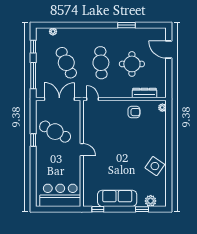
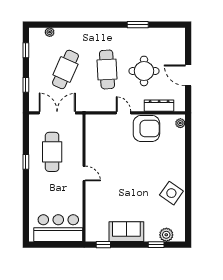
door: (169, 50) -> (188, 75), moved
cafe table: (66, 63) -> (65, 69), turned 48
window: (33, 76) -> (26, 85), width x0.46
door: (92, 99) -> (123, 113), moved
armchair: (134, 112) -> (146, 128), width x1.88, depth x1.88
cafe table: (55, 132) -> (52, 152), turned 63
sofa: (117, 198) -> (126, 232), width x0.73

